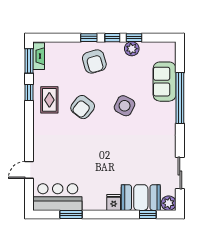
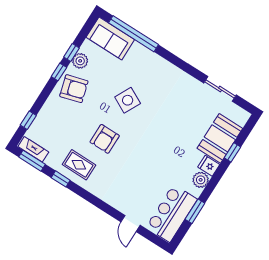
window: (89, 38) -> (28, 120), moved
armchair: (94, 61) -> (74, 89), moved
sofa: (165, 82) -> (110, 38), moved
window: (180, 98) -> (133, 34), moved
armchair: (83, 107) -> (105, 139), turned 52
plant: (169, 203) -> (201, 180), moved
window: (148, 214) -> (232, 152), moved

